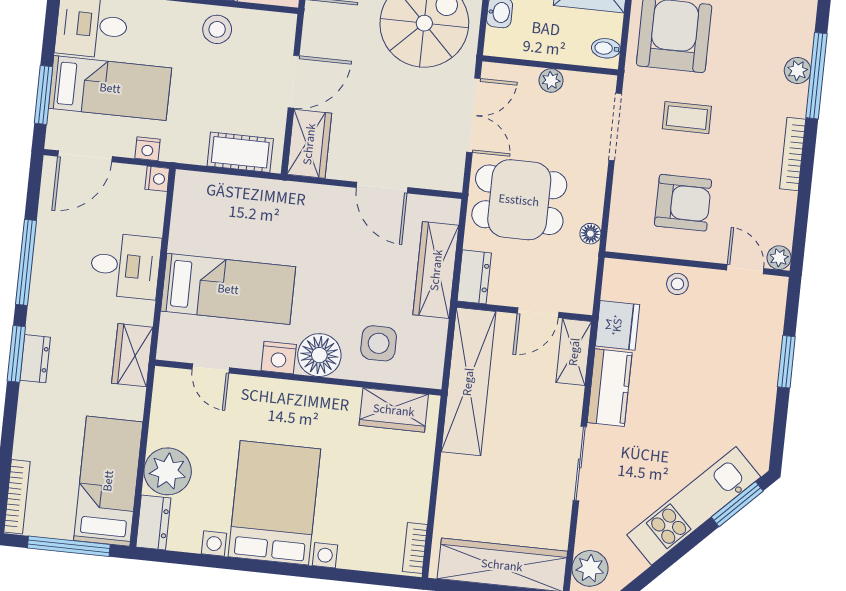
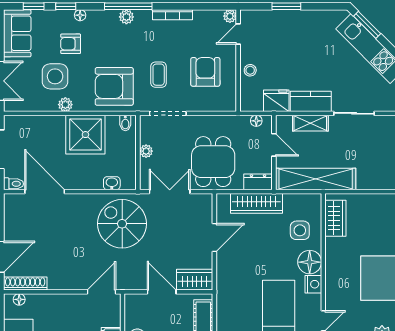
floor lamp: (590, 234) -> (256, 121), moved
shelving: (574, 352) -> (310, 123), moved

